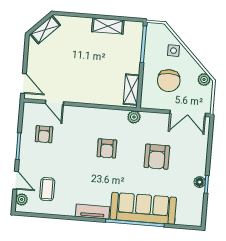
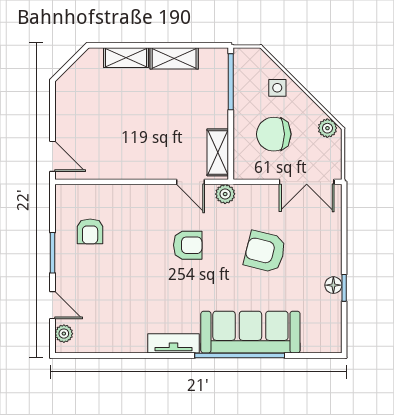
shelving: (45, 30) -> (126, 58), moved, turned 45
chair: (169, 81) -> (274, 134), turned 90
door: (54, 103) -> (191, 182), moved
armchair: (107, 148) -> (188, 245), turned -90
armchair: (157, 157) -> (265, 252), turned 104
coffee table: (47, 189) -> (102, 315), removed

